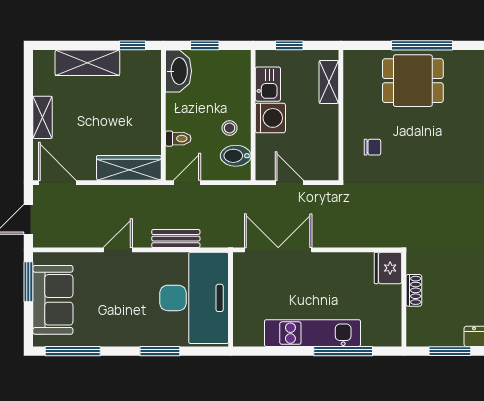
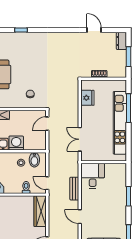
door: (289, 183) -> (47, 124), moved
double door: (278, 250) -> (80, 139), width x0.73
fridge: (388, 268) -> (87, 98), moved, turned -90
desk: (194, 298) -> (93, 176), width x0.53, depth x0.77
kitchen unit: (312, 333) -> (120, 123), width x1.36

